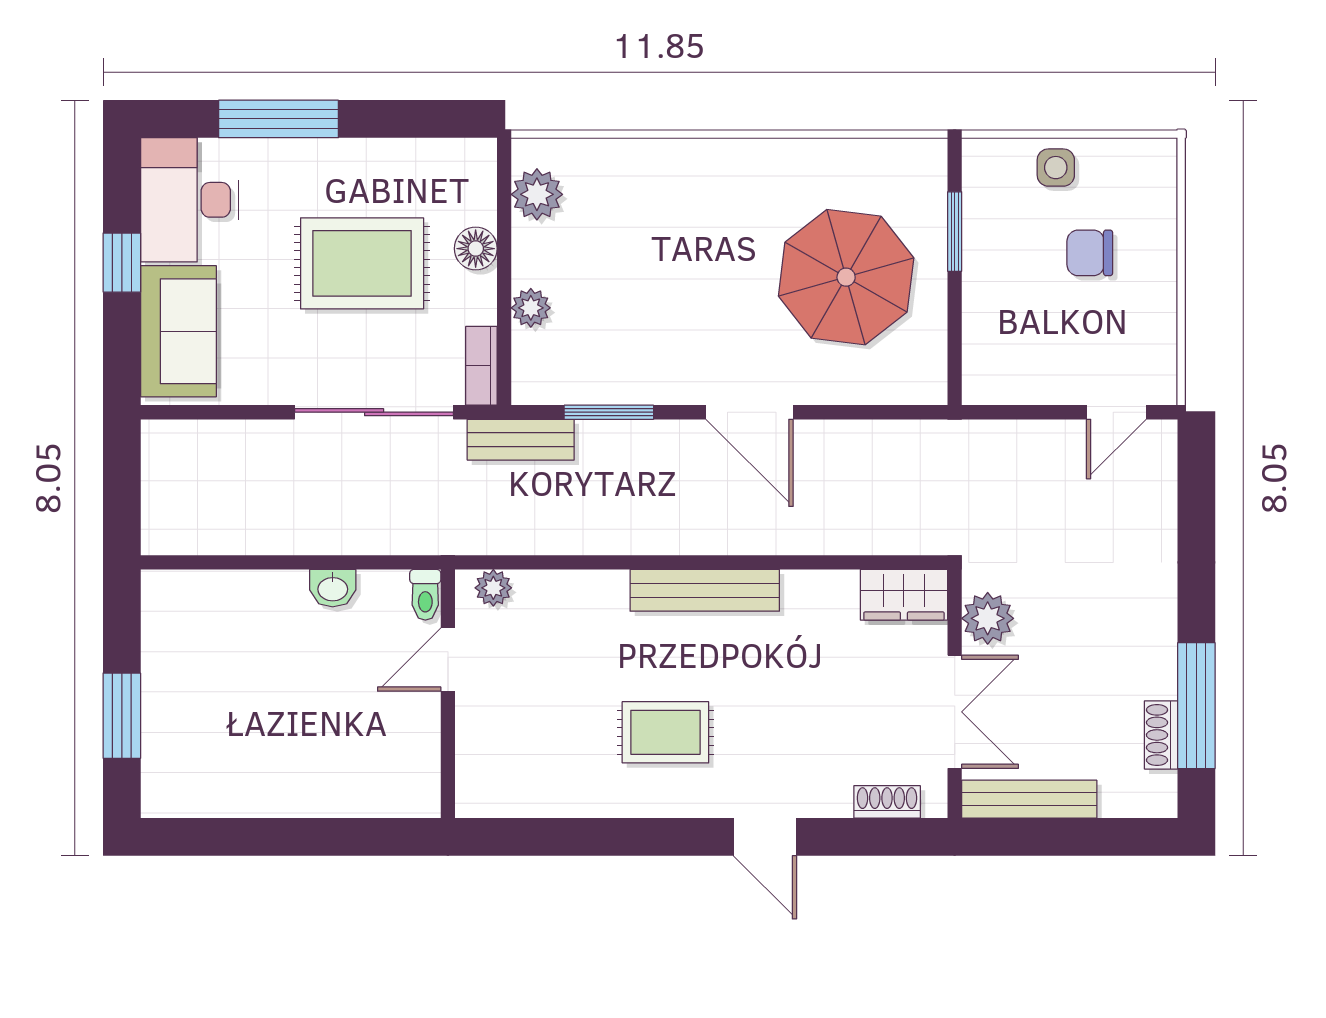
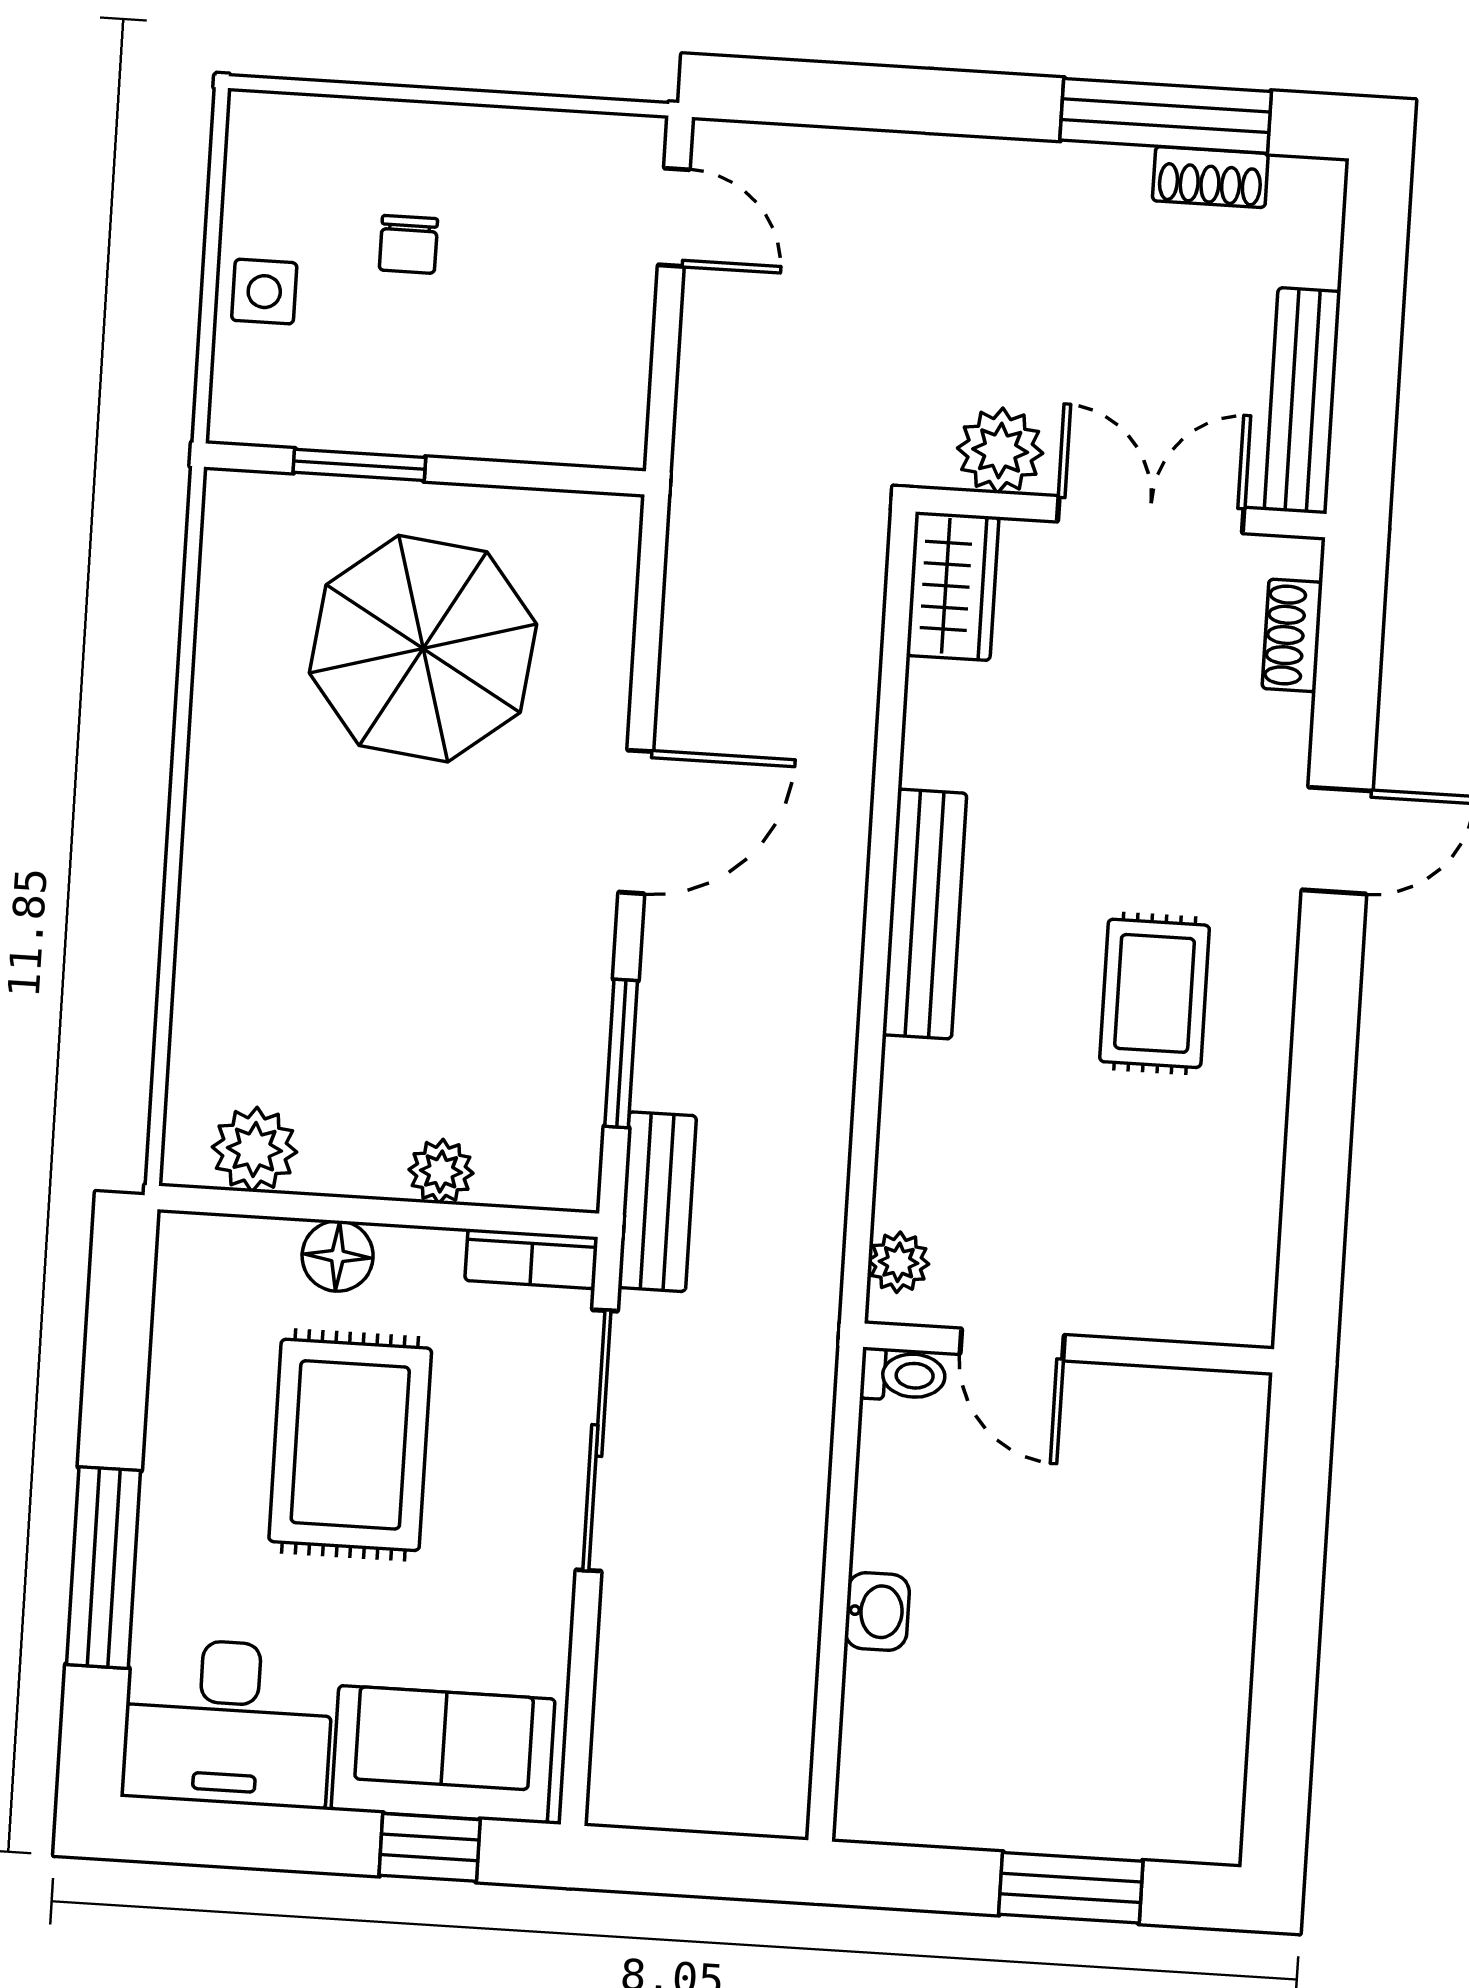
chair: (1090, 253) -> (408, 244), width x0.73, depth x0.73
window: (122, 263) -> (430, 1847), moved
washbasin: (333, 588) -> (877, 1612), moved

